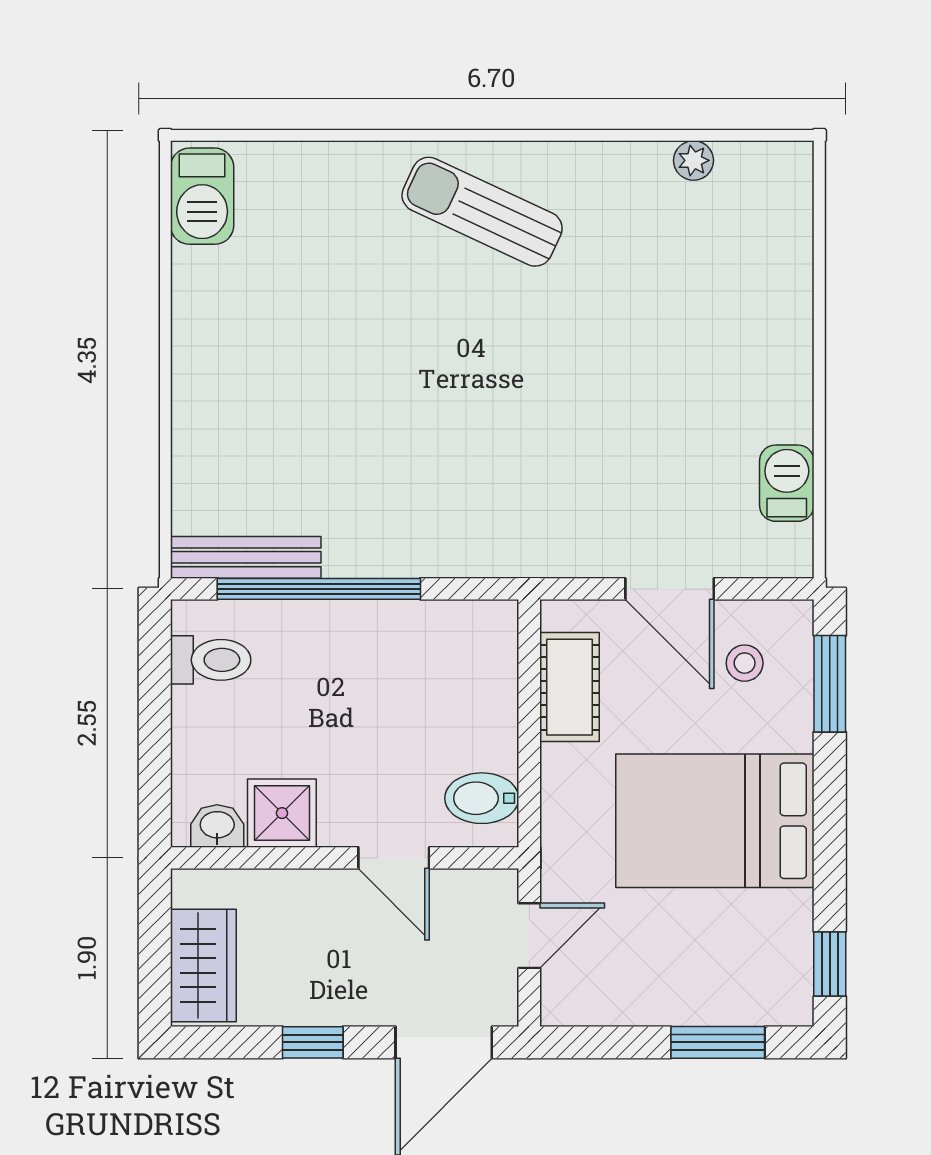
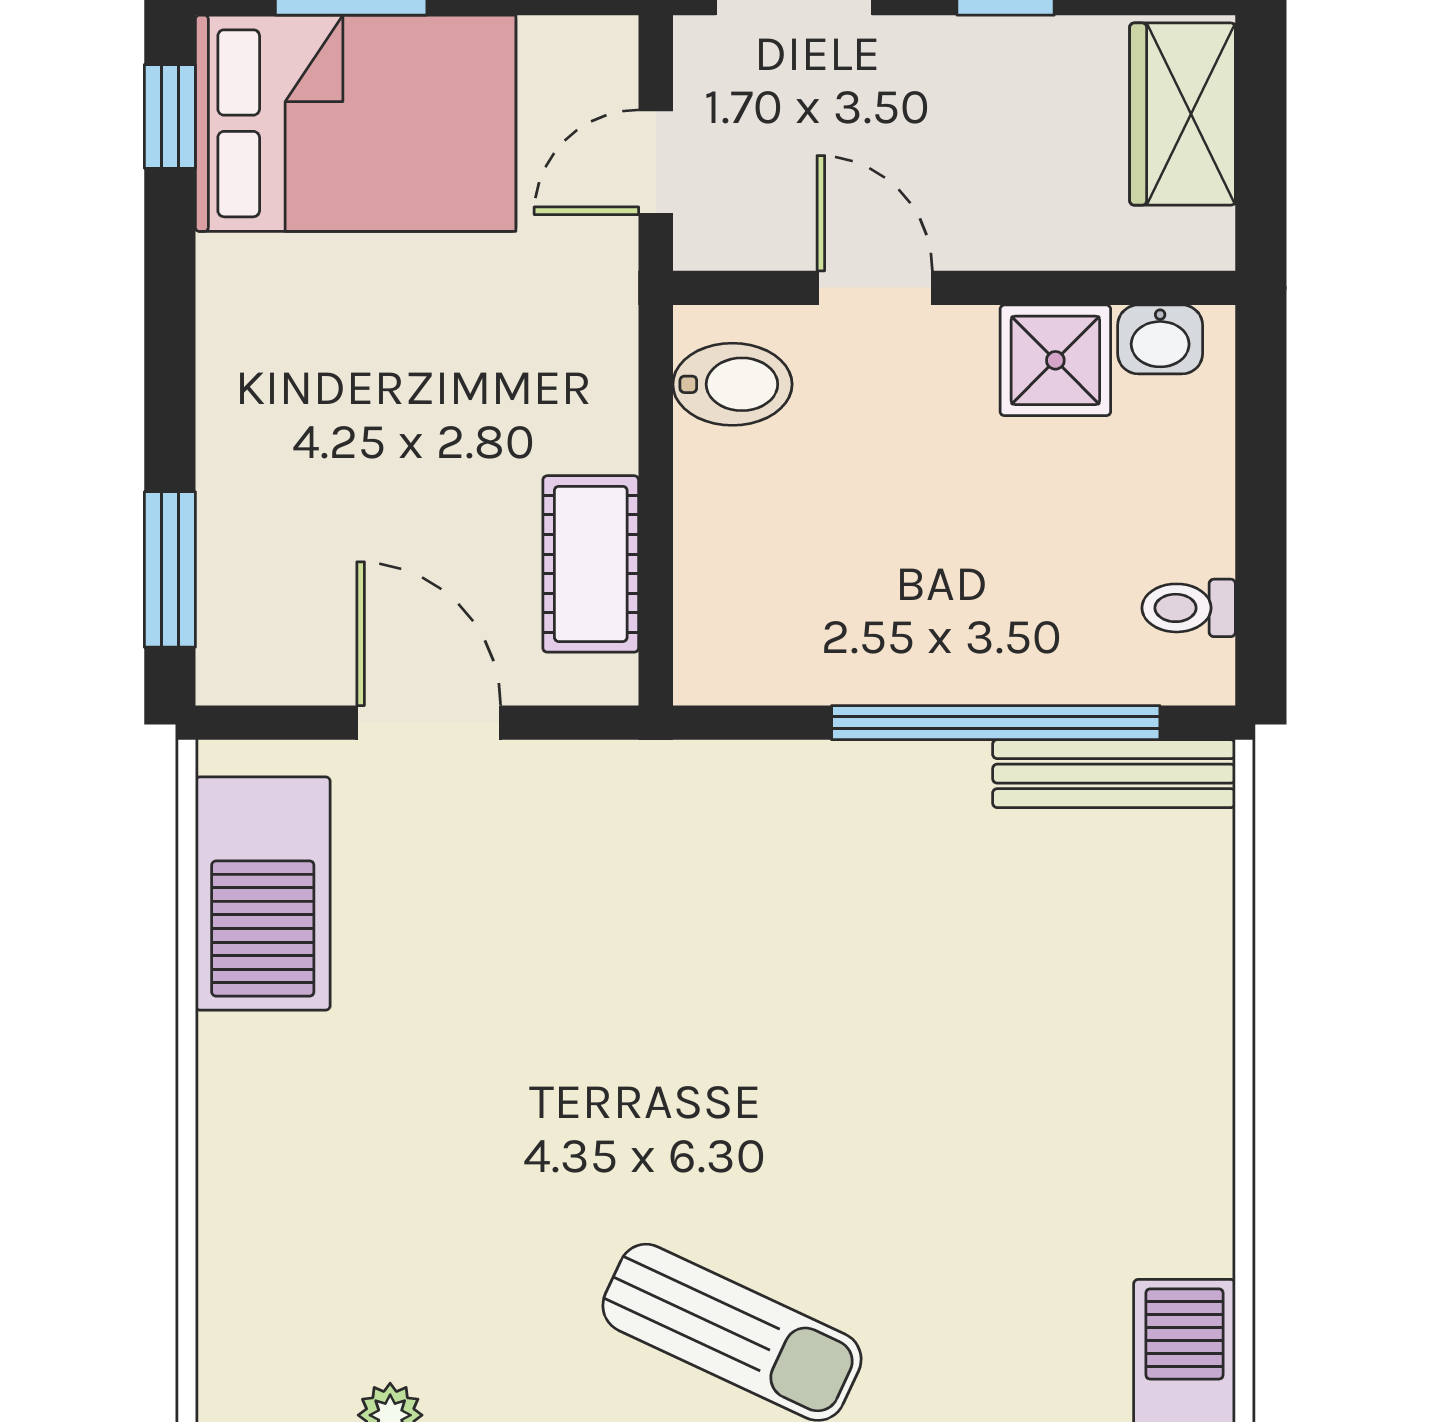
barbecue: (787, 483) -> (263, 894), width x1.88, depth x1.53
toilet: (211, 660) -> (1189, 608), width x0.73, depth x0.72
stool: (745, 663) -> (308, 603), removed
bed: (715, 821) -> (356, 123), moved

